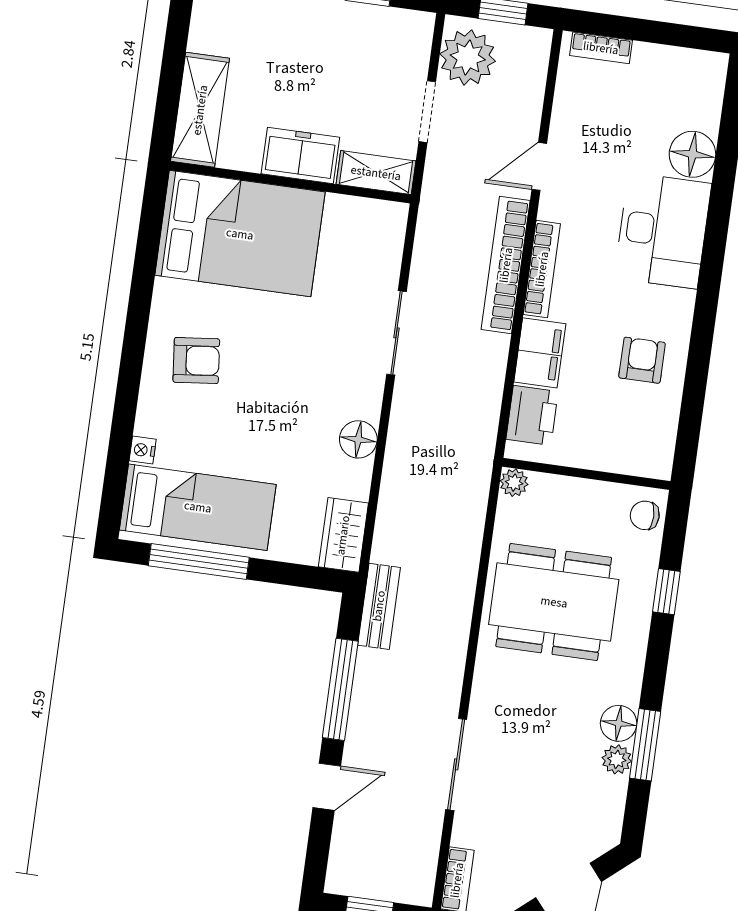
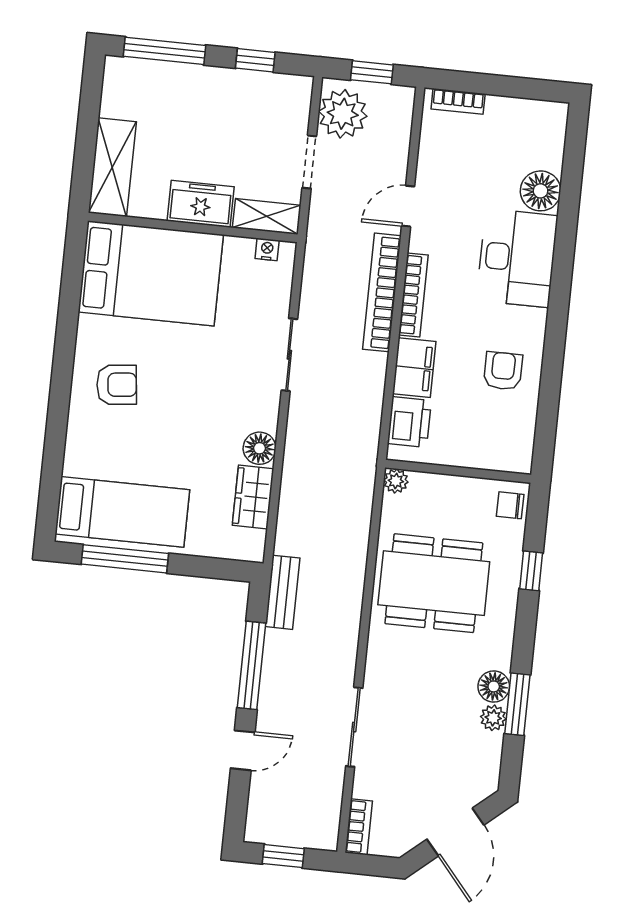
nightstand: (143, 450) -> (267, 249), moved, turned 90
wardrobe: (343, 535) -> (253, 497), moved

